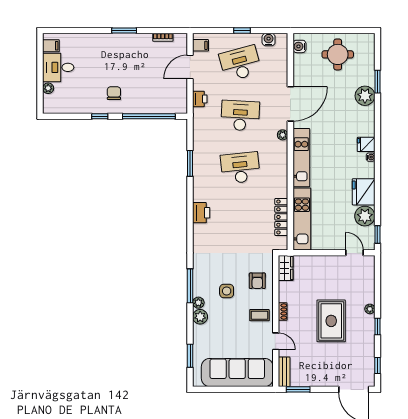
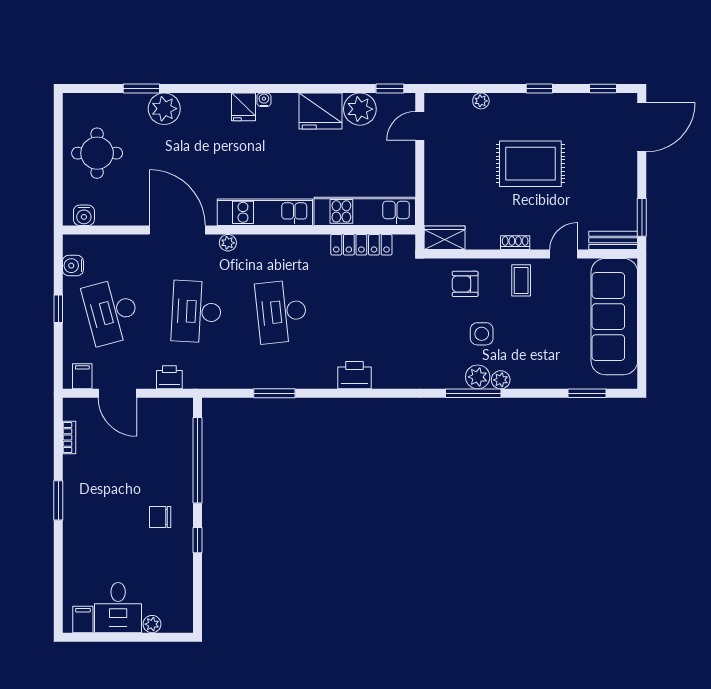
armchair: (257, 281) -> (465, 284), turned 180
plant: (370, 309) -> (481, 101), moved
plant: (200, 317) -> (478, 377), moved

